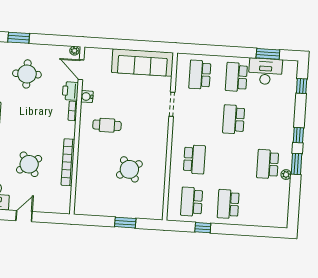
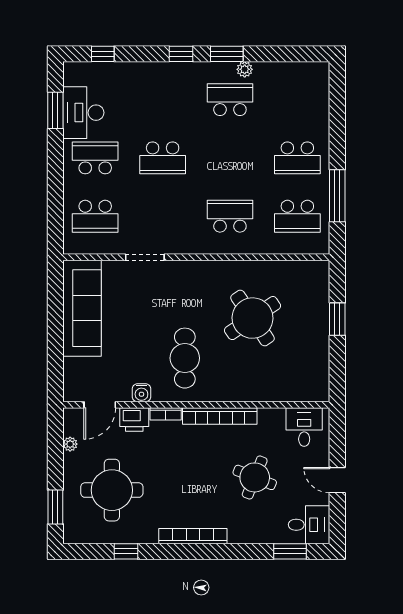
plant: (74, 51) -> (70, 444), moved
round table: (27, 74) -> (112, 490), width x1.36, depth x1.36
school desk: (236, 77) -> (95, 158), turned 180
cafe table: (107, 125) -> (185, 358), width x1.37, depth x1.35
bookcase: (68, 162) -> (220, 416), moved
round table: (29, 164) -> (255, 477), turned -33
school desk: (268, 164) -> (230, 100), turned 180
round table: (129, 169) -> (253, 318), width x1.36, depth x1.36
desk: (59, 197) -> (304, 427), added
window: (203, 228) -> (337, 196), width x2.17

